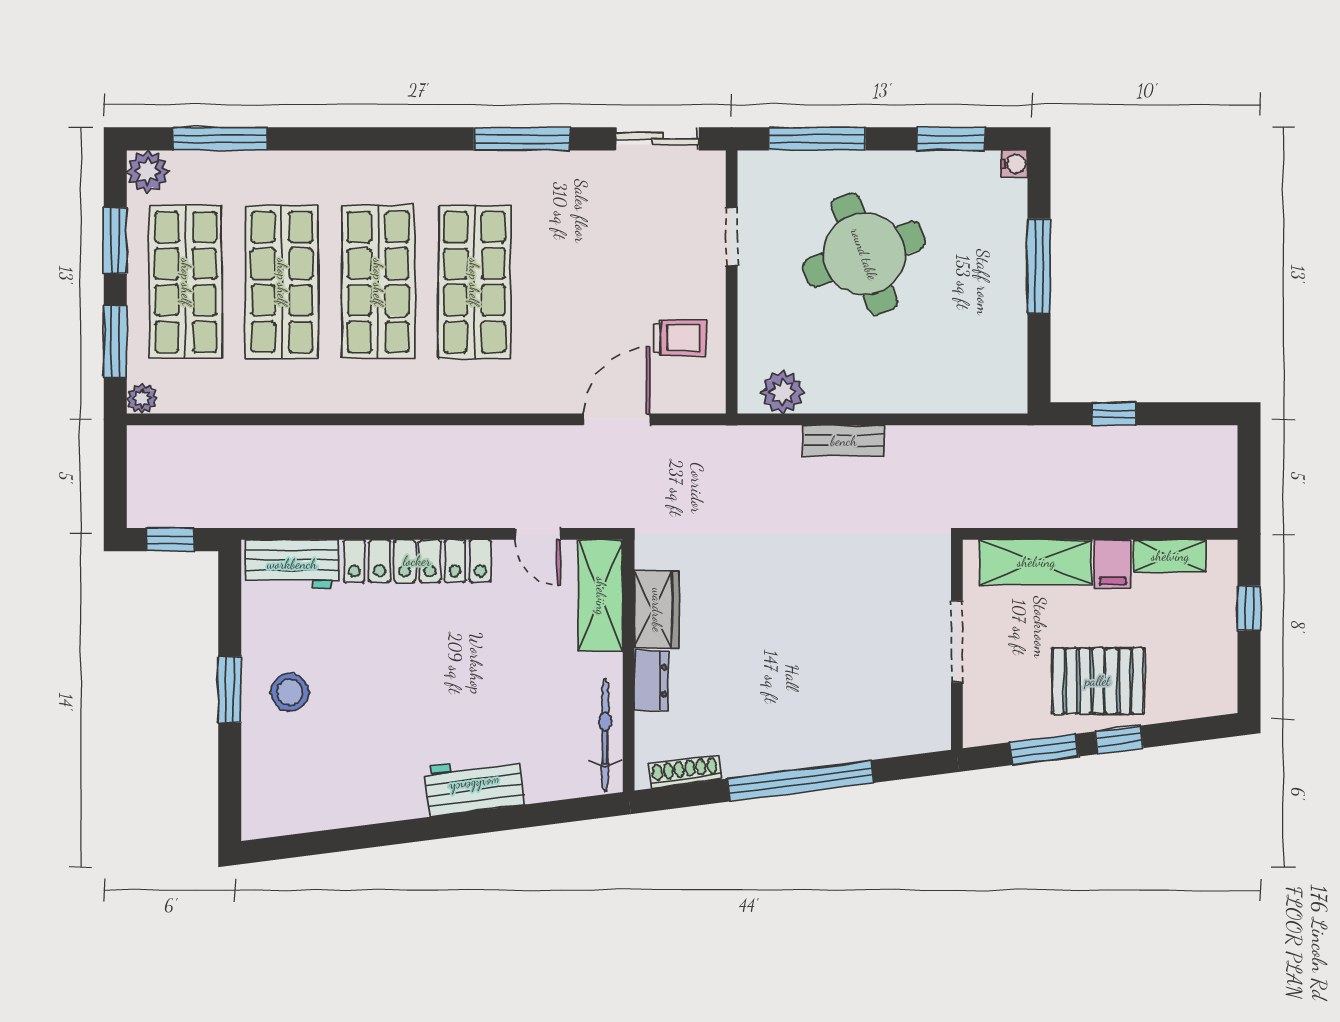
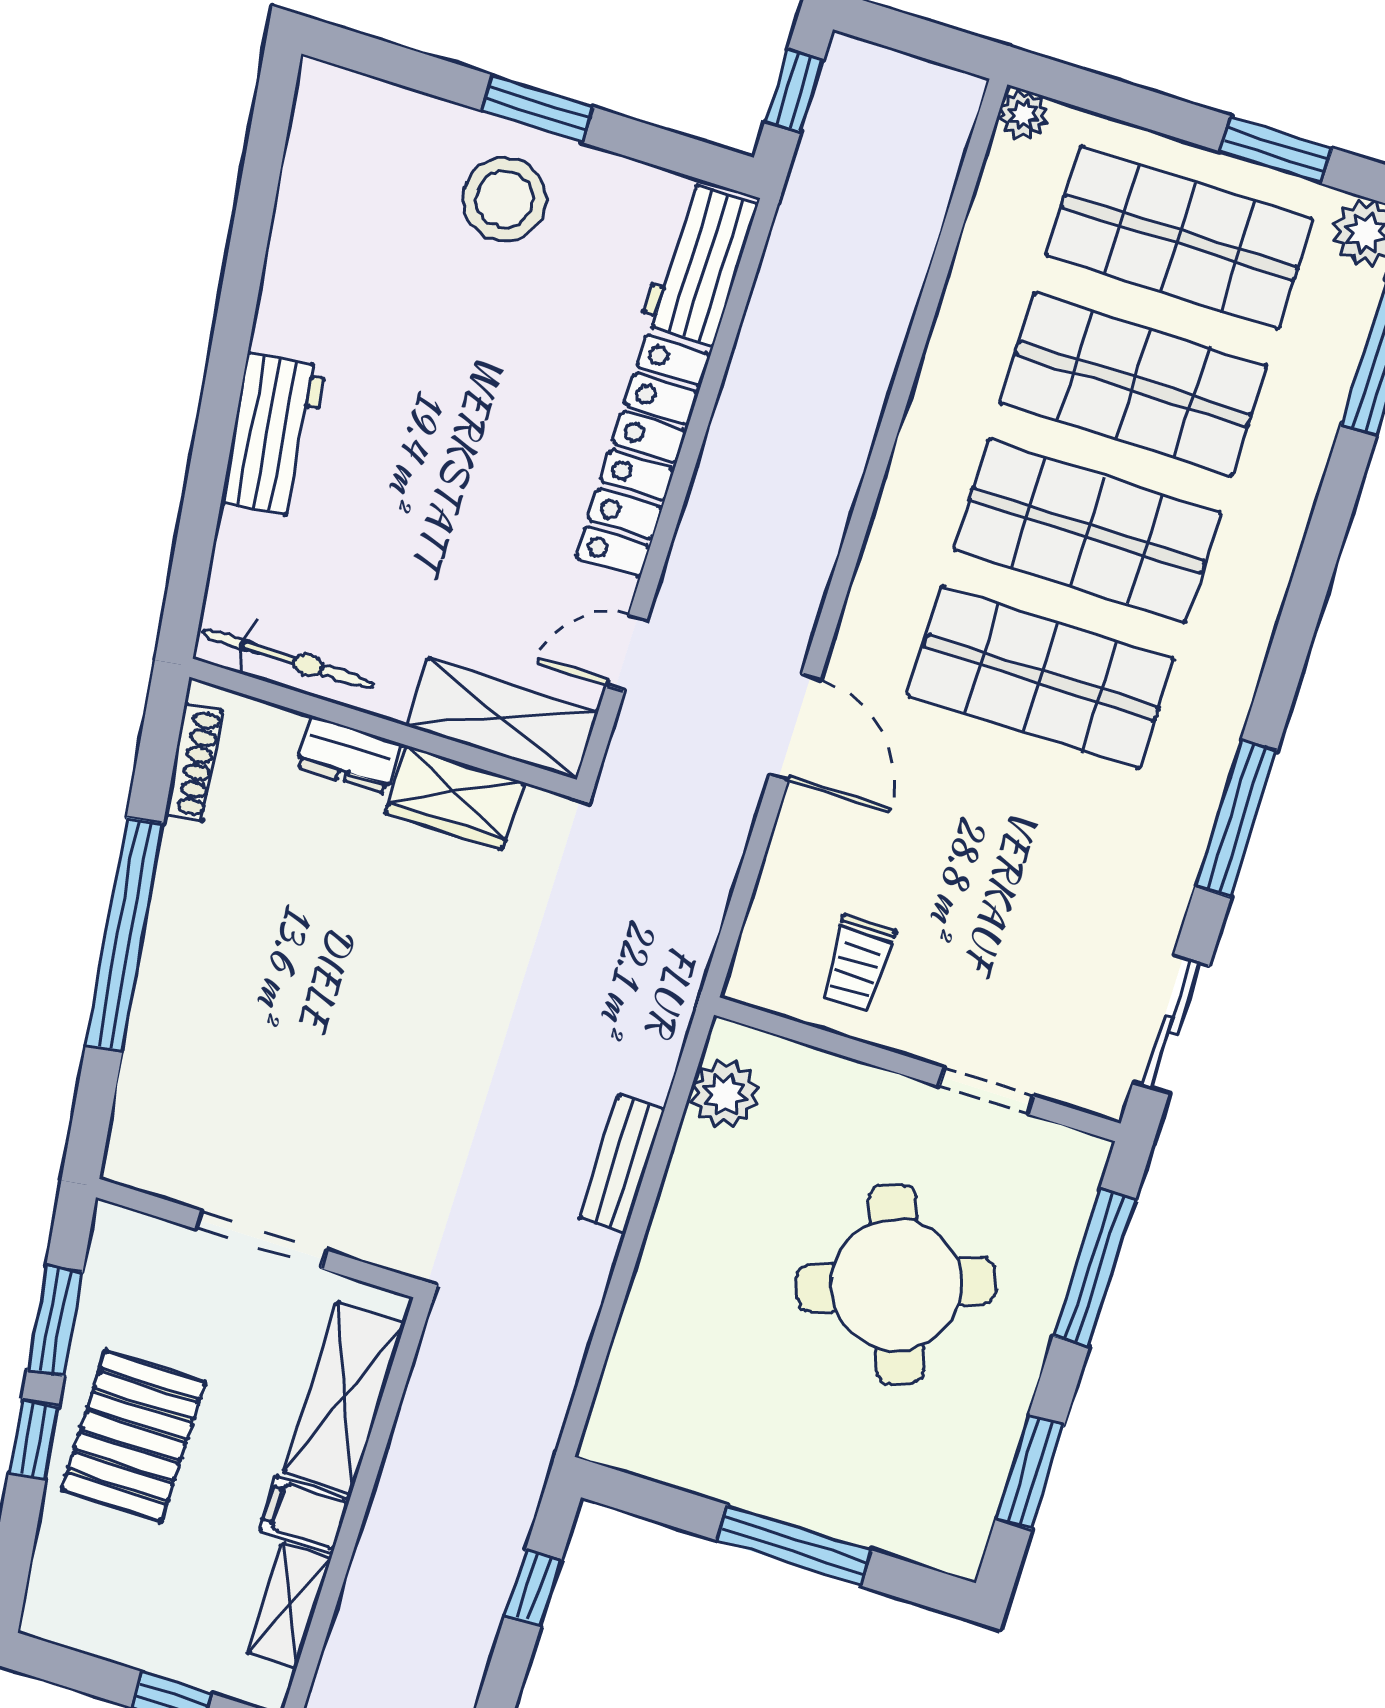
water cooler: (1014, 164) -> (962, 1556), removed
window: (115, 341) -> (1123, 101), removed
door: (617, 419) -> (795, 727), moved
stool: (290, 692) -> (504, 199), width x1.38, depth x1.38

